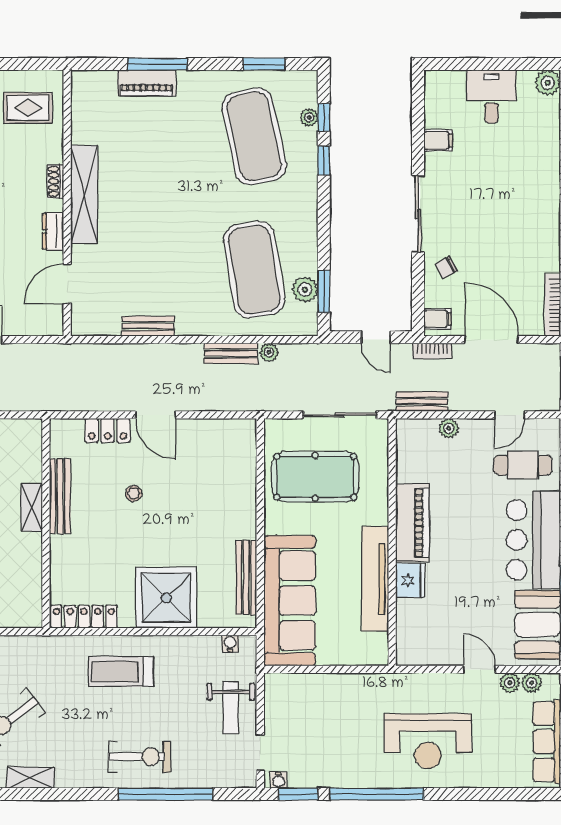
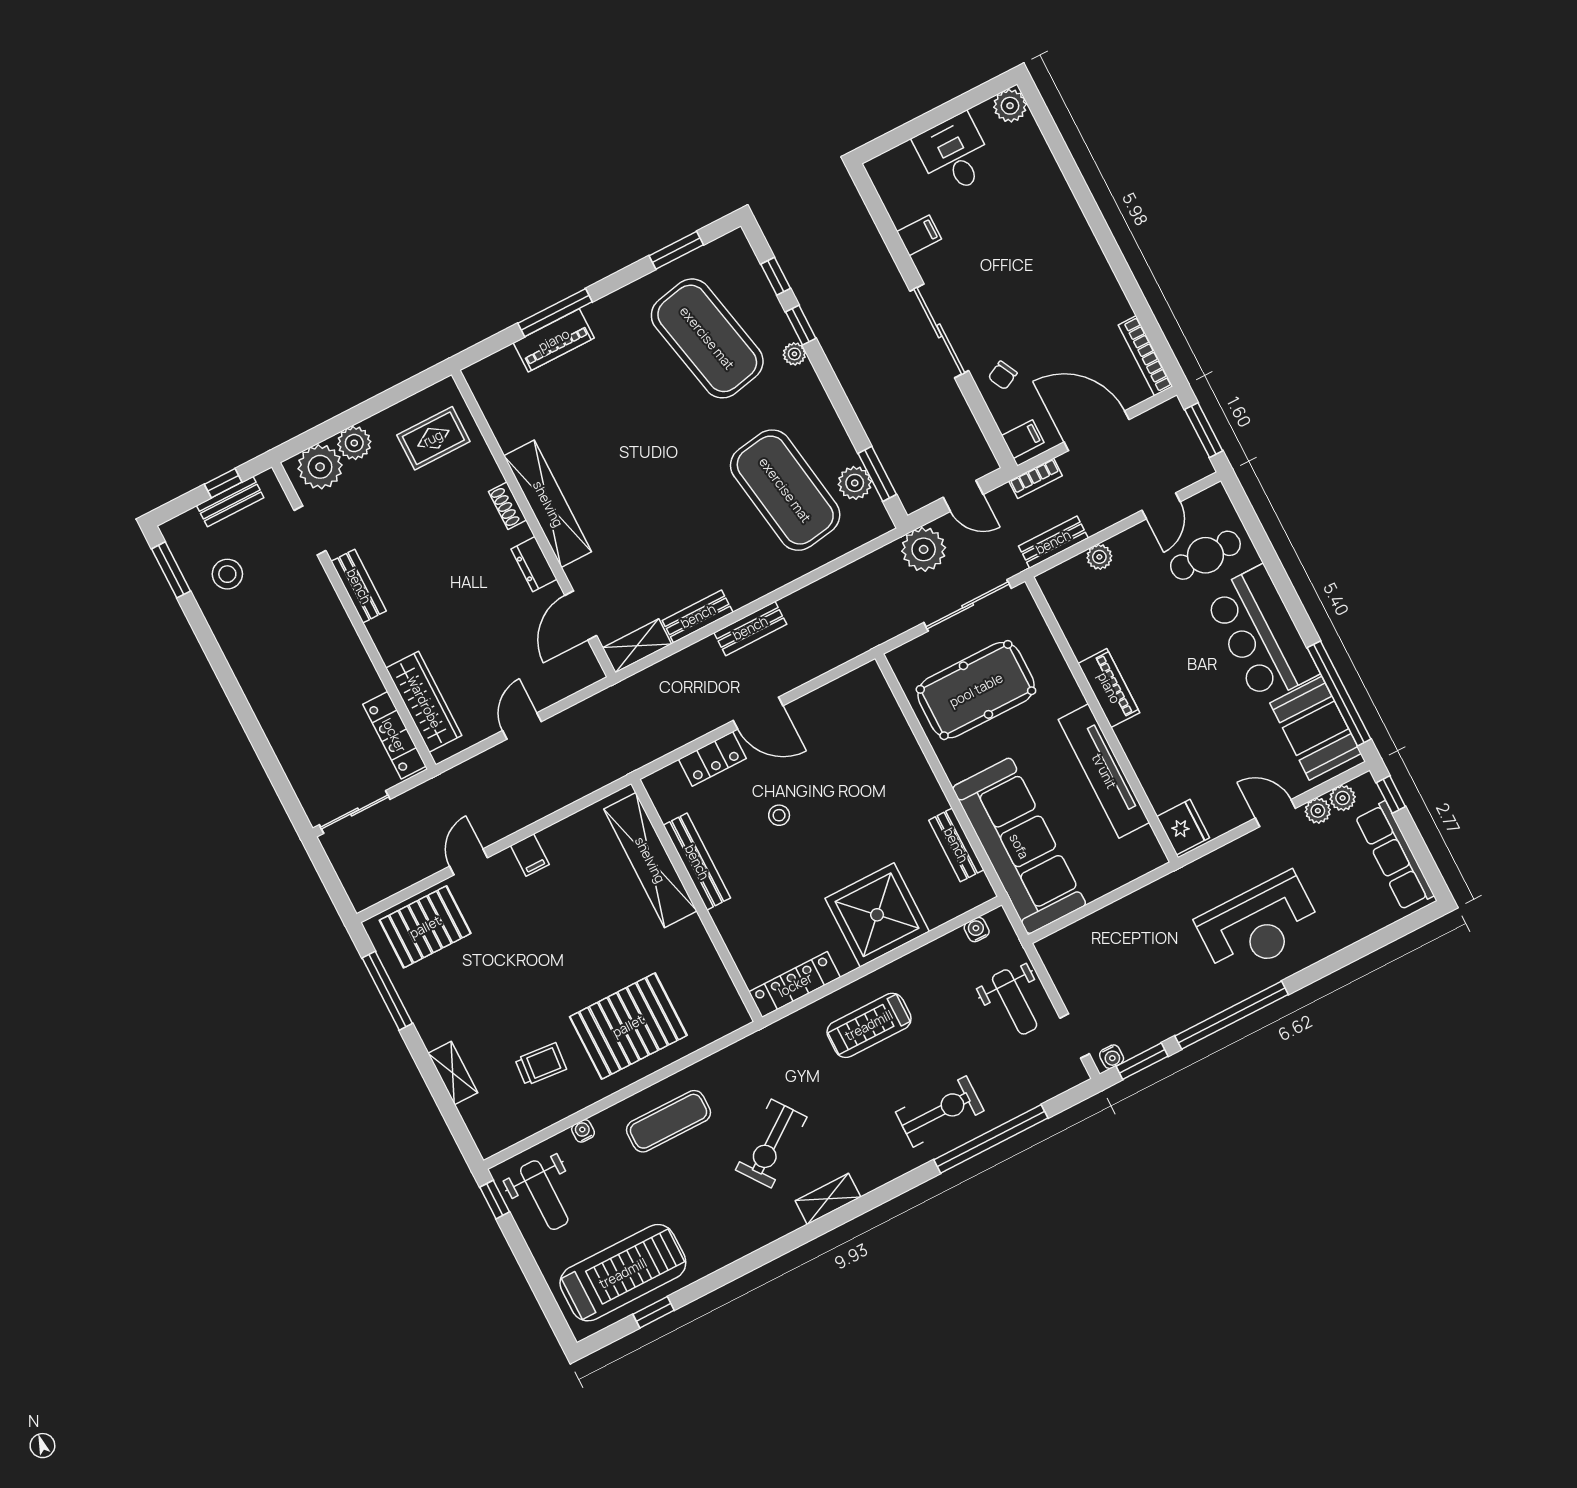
plant: (309, 117) -> (794, 354), moved
shelving: (95, 325) -> (637, 646), added
plant: (269, 352) -> (924, 549), moved, width x1.88, depth x1.88
bench: (231, 353) -> (750, 628), moved
shelving: (32, 507) -> (650, 860), width x2.20, depth x1.33
piano: (412, 523) -> (1109, 688), width x0.73, depth x0.75
bench: (246, 577) -> (956, 845), width x0.73
fridge: (410, 580) -> (1183, 827), moved

